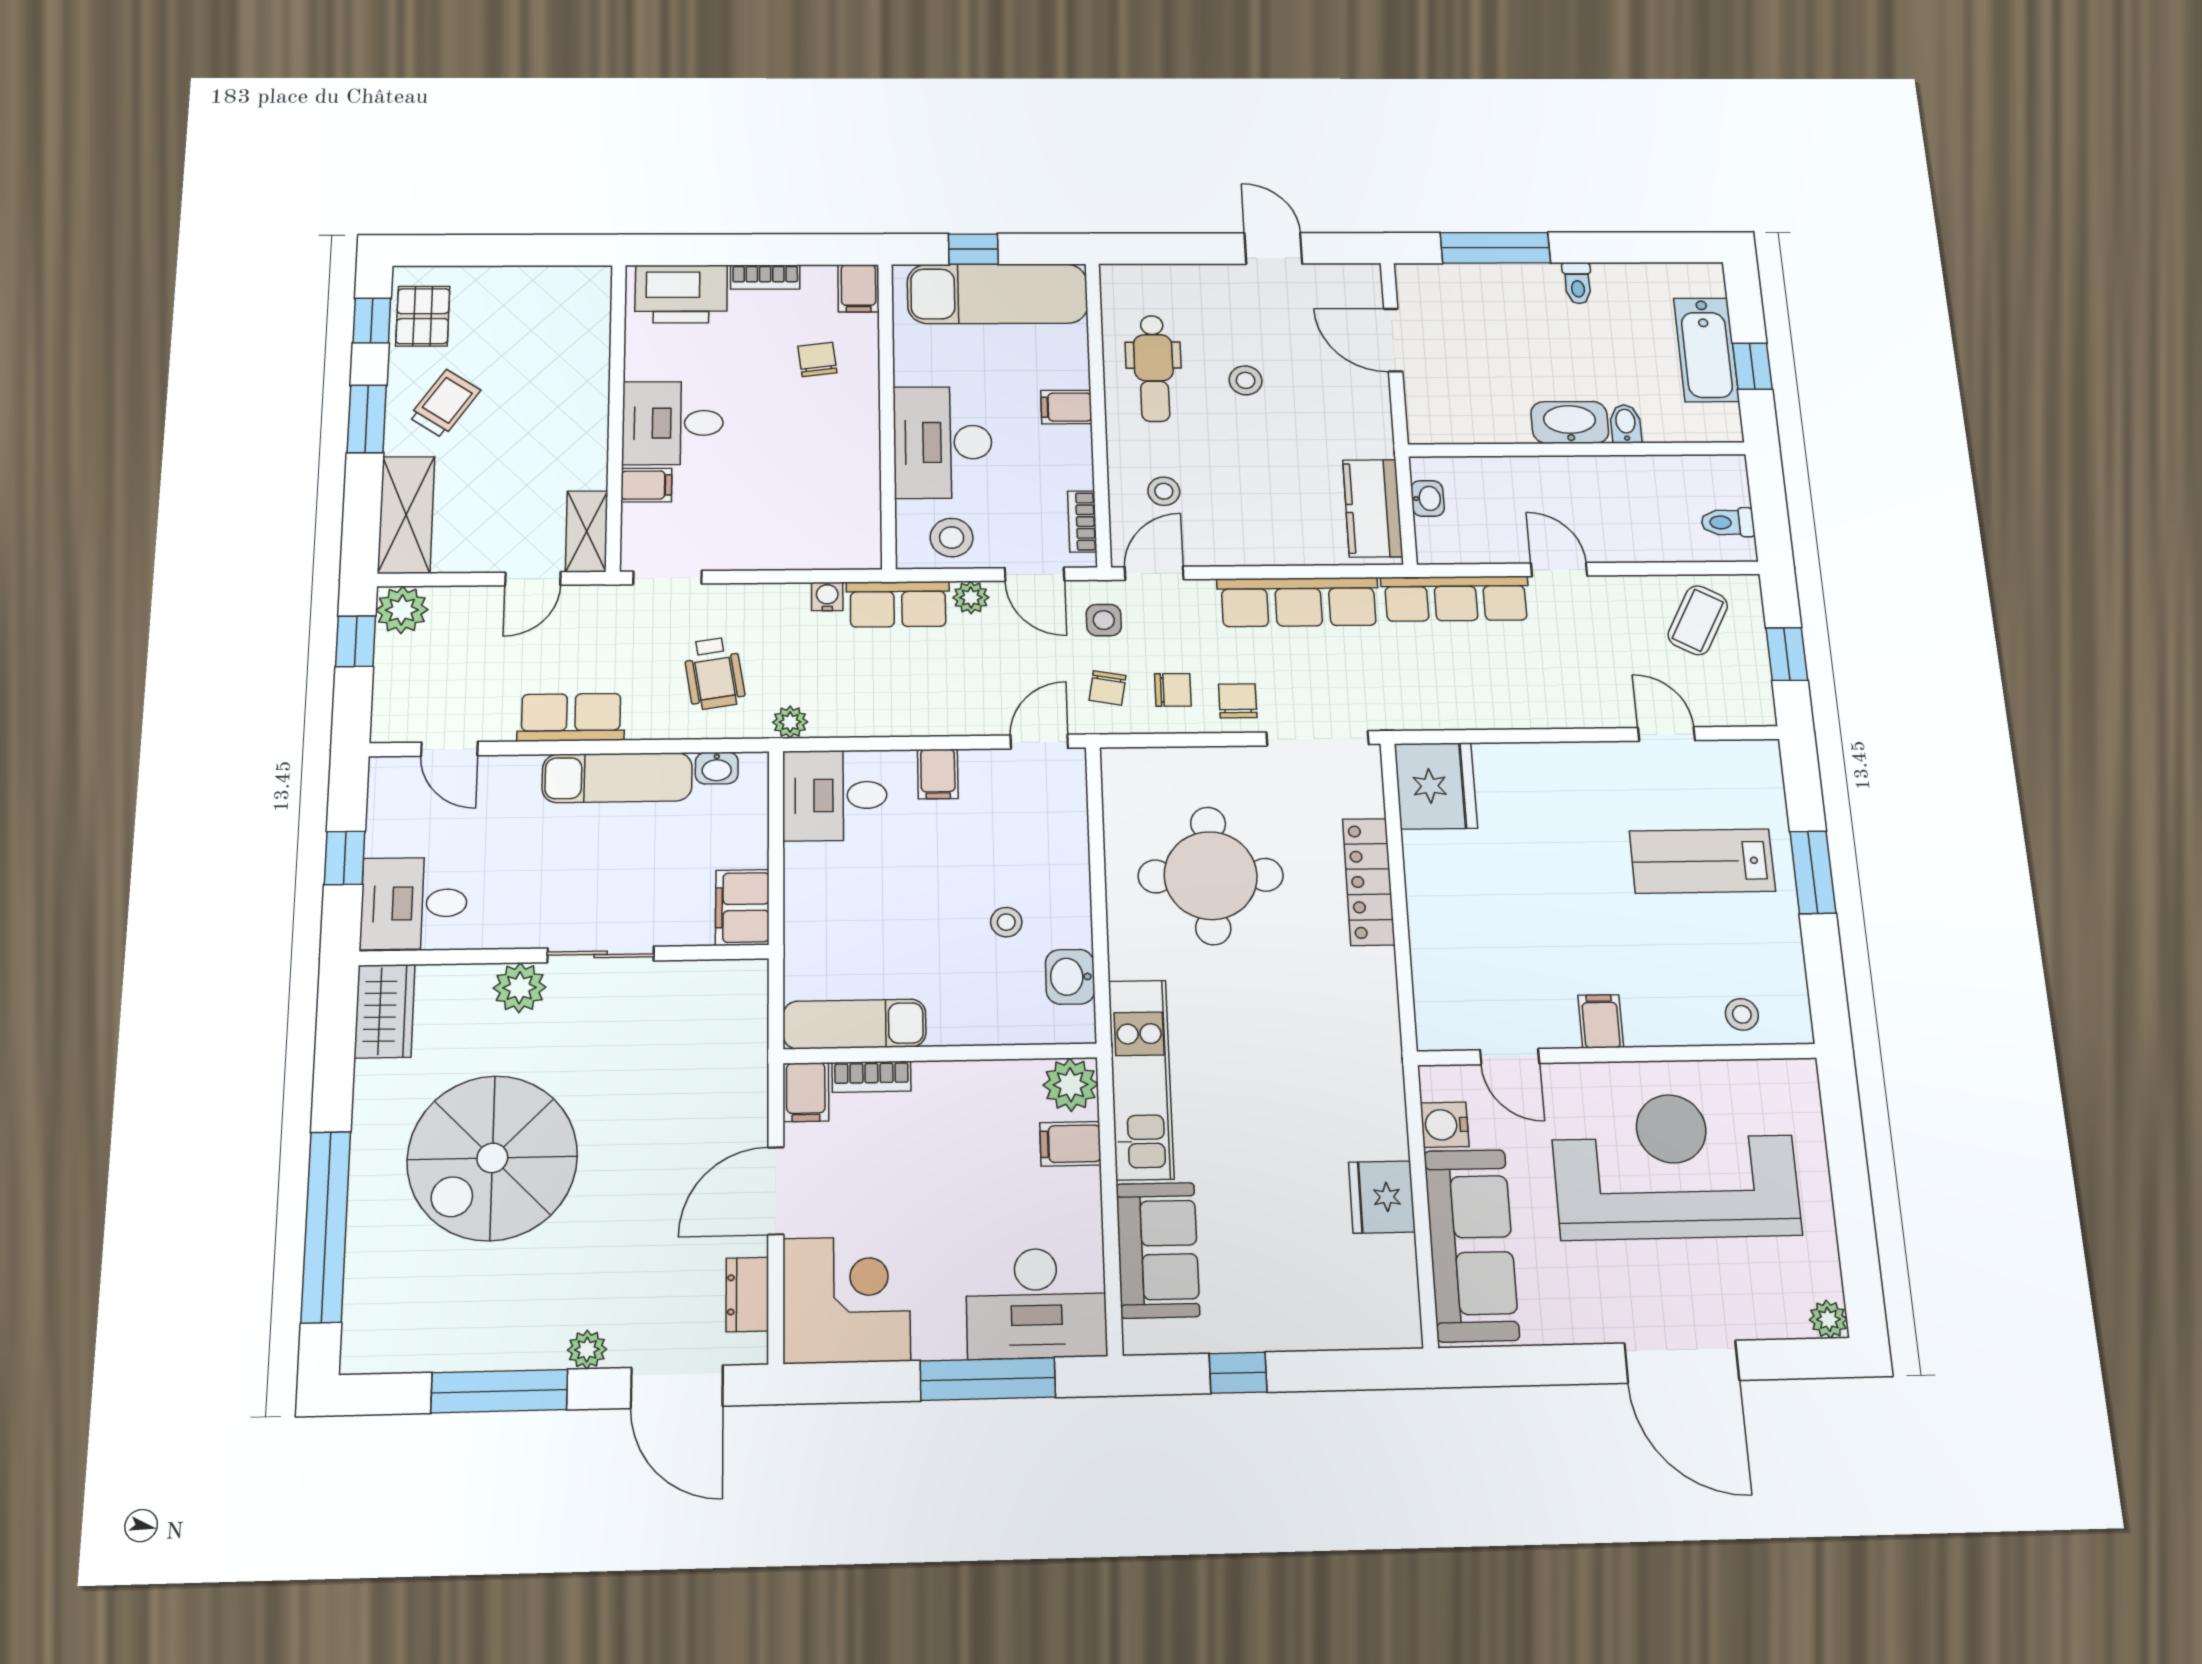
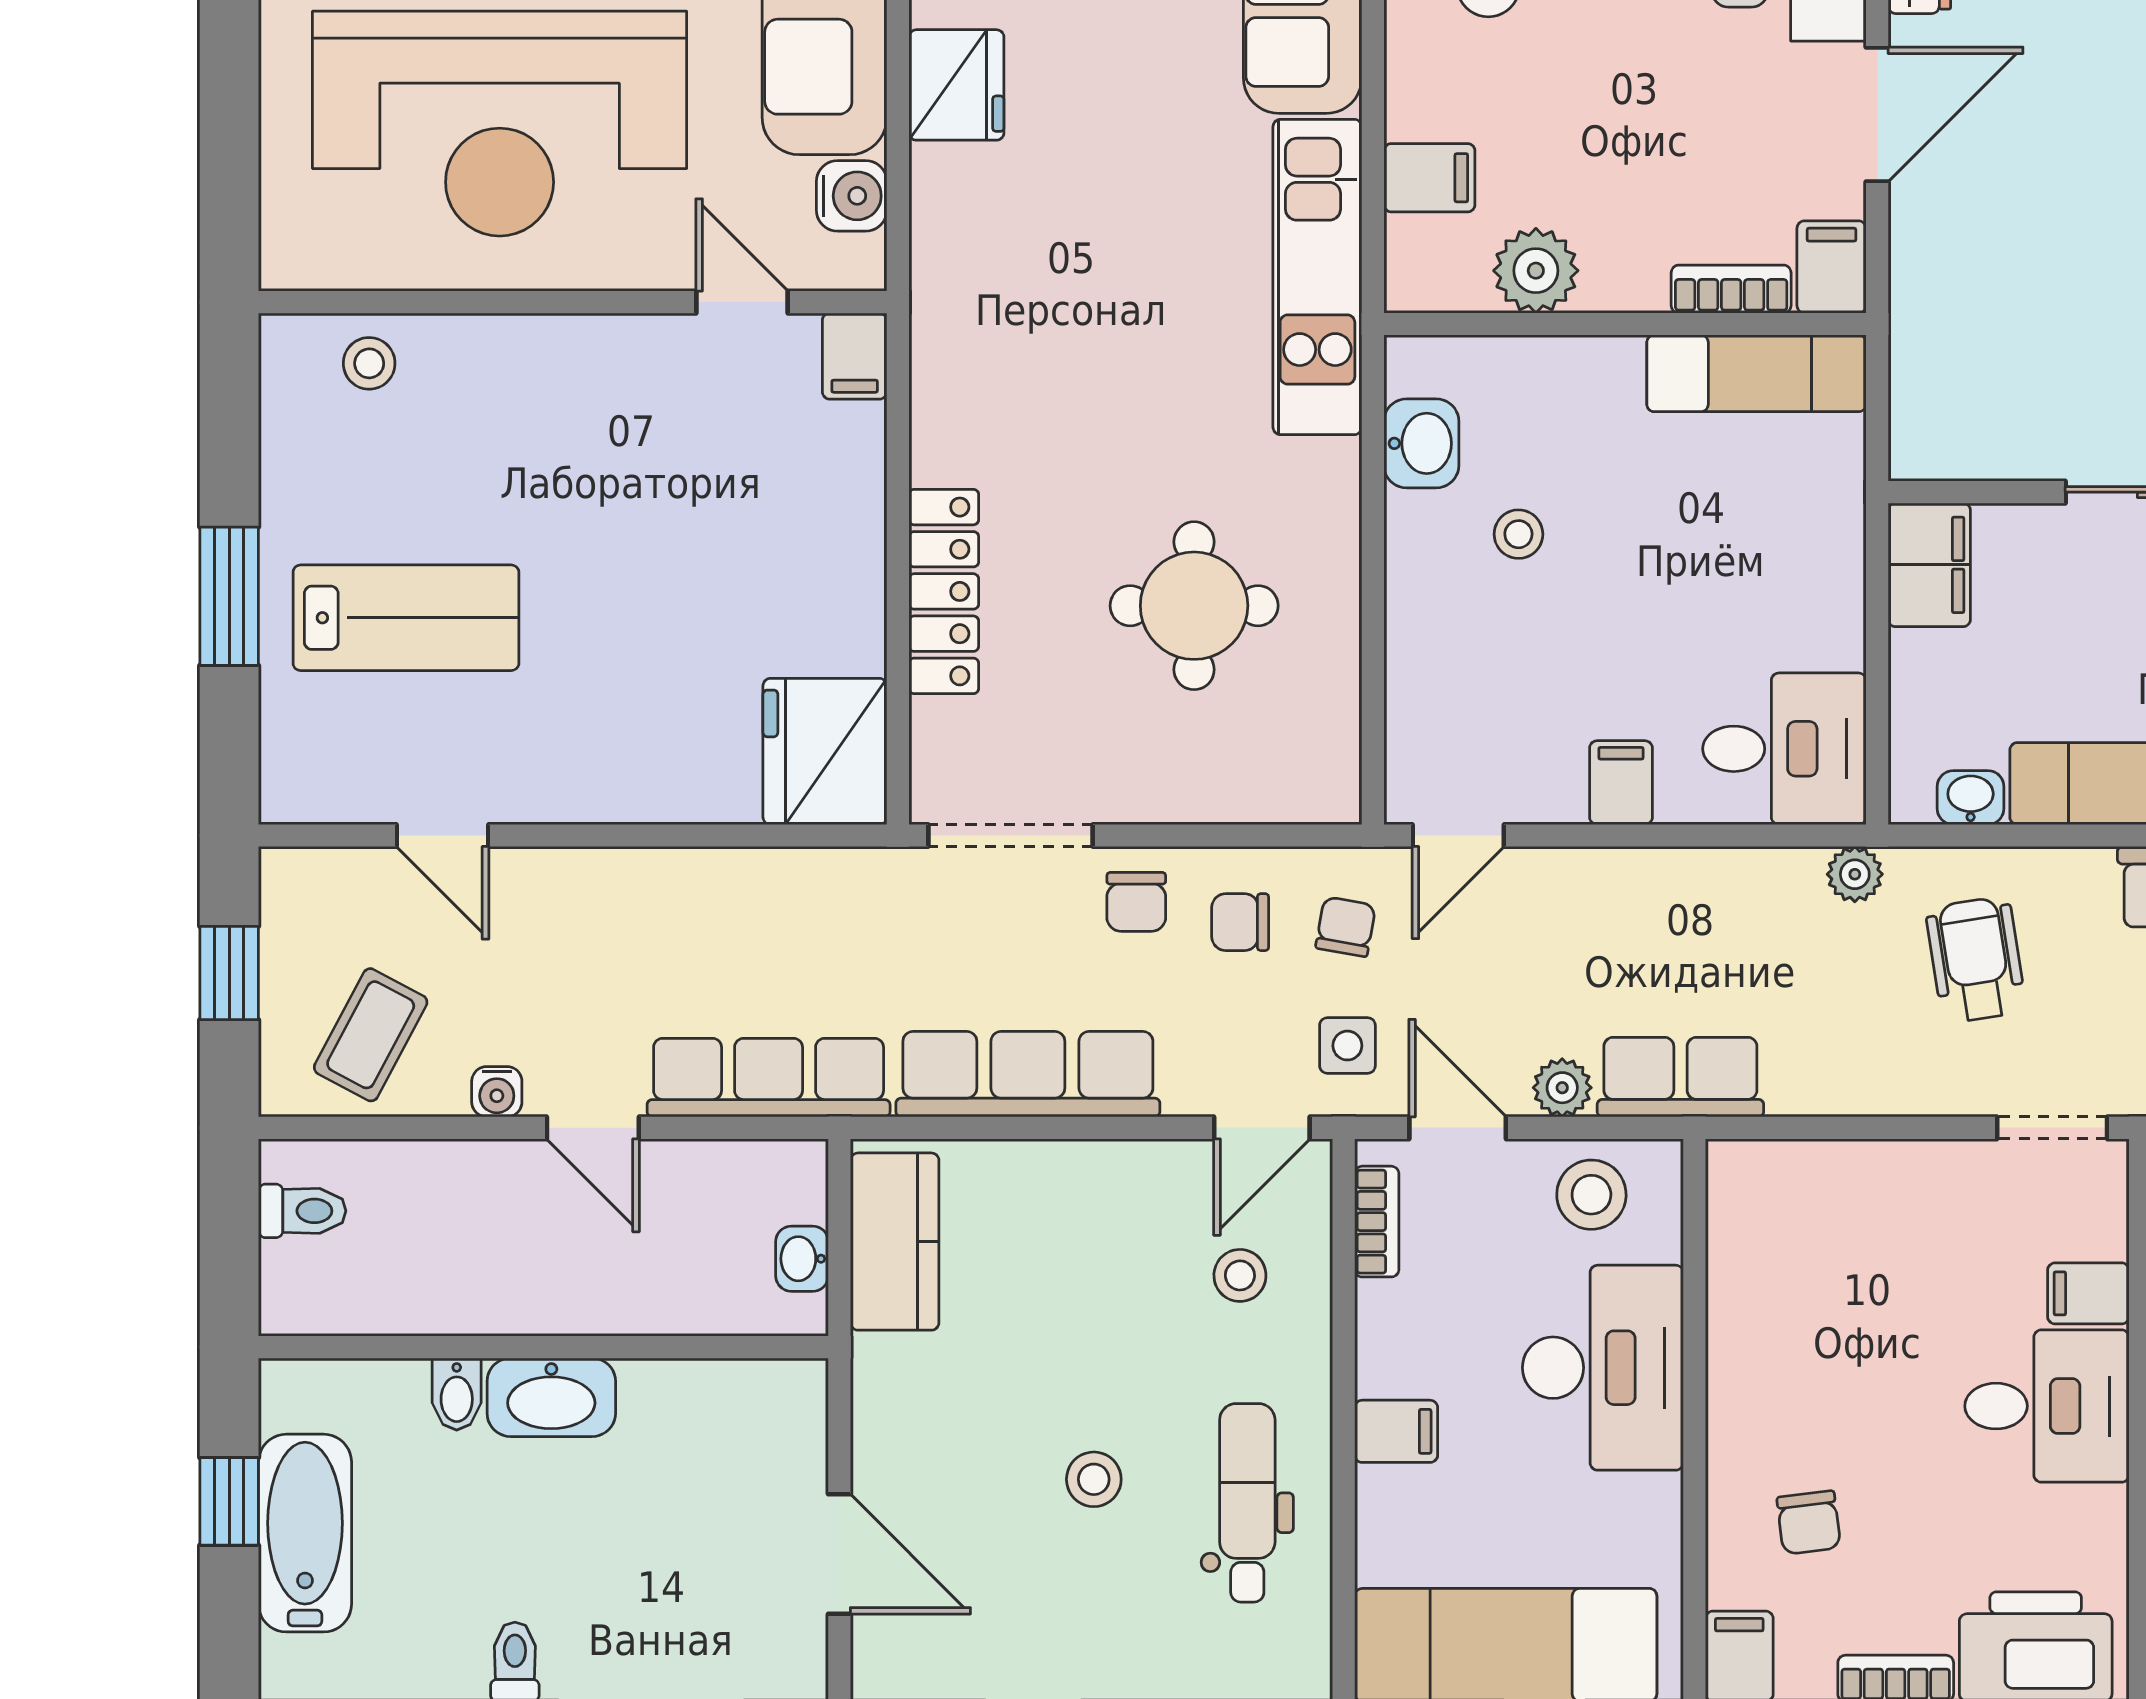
water cooler: (827, 597) -> (497, 1092), moved
round table: (1211, 876) -> (1194, 606), width x0.73, depth x0.73
filing cabinet: (1601, 1021) -> (855, 356), moved
plant: (1071, 1085) -> (1536, 271), moved

